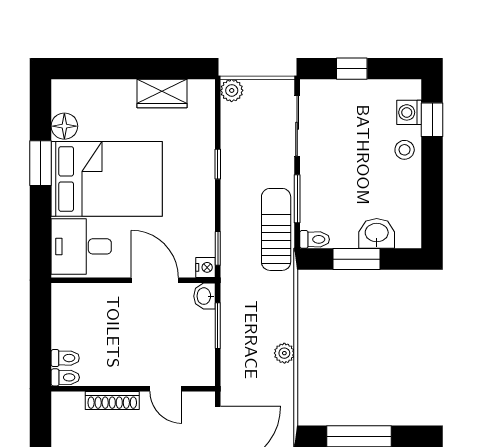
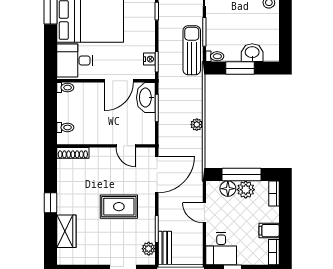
nightstand: (206, 267) -> (149, 59), moved
door: (155, 280) -> (119, 81), swing flipped
washbasin: (204, 296) -> (146, 98), width x1.91, depth x1.45
toilet: (65, 377) -> (65, 88), moved
shoe rack: (112, 400) -> (73, 153), moved

